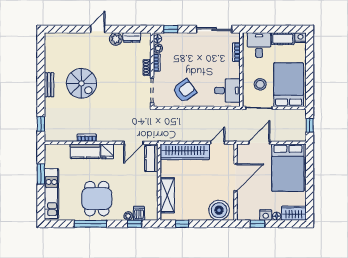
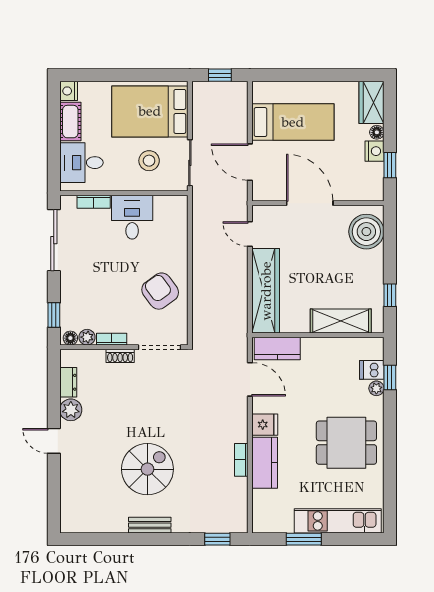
desk: (227, 91) -> (132, 217), moved
bed: (288, 168) -> (293, 122), width x0.67
window: (90, 224) -> (390, 453), removed

